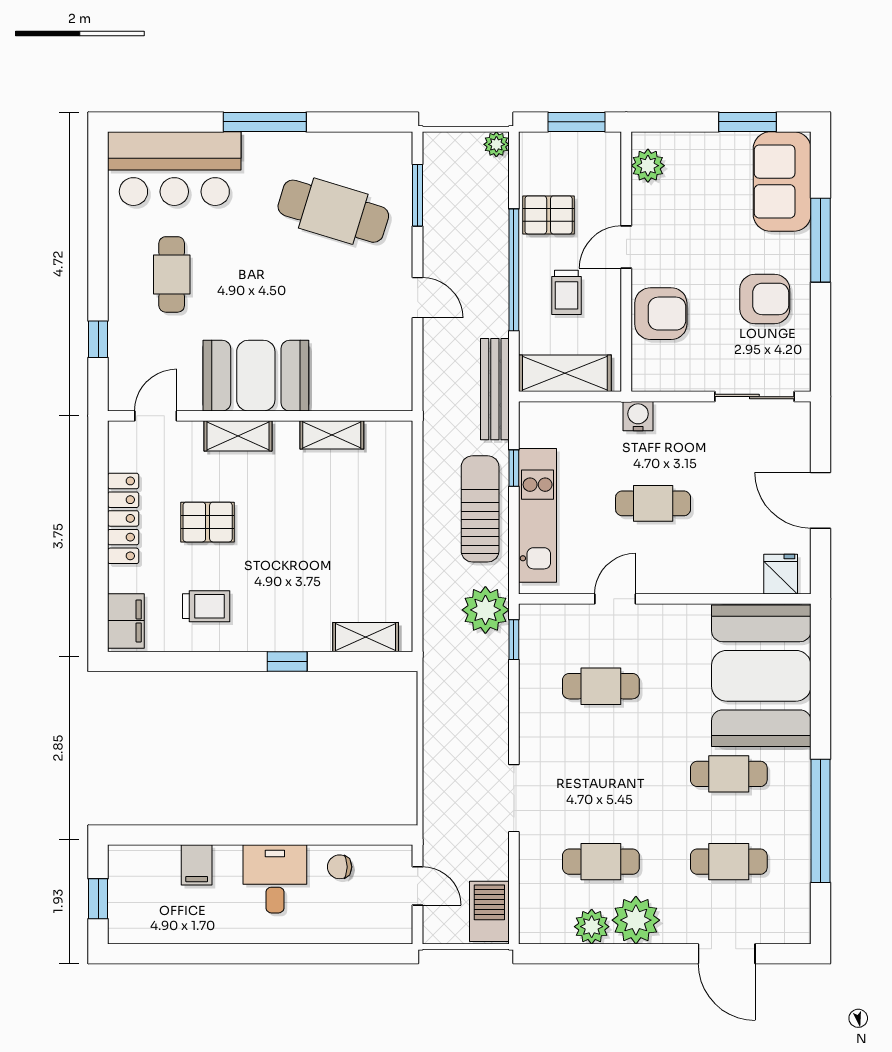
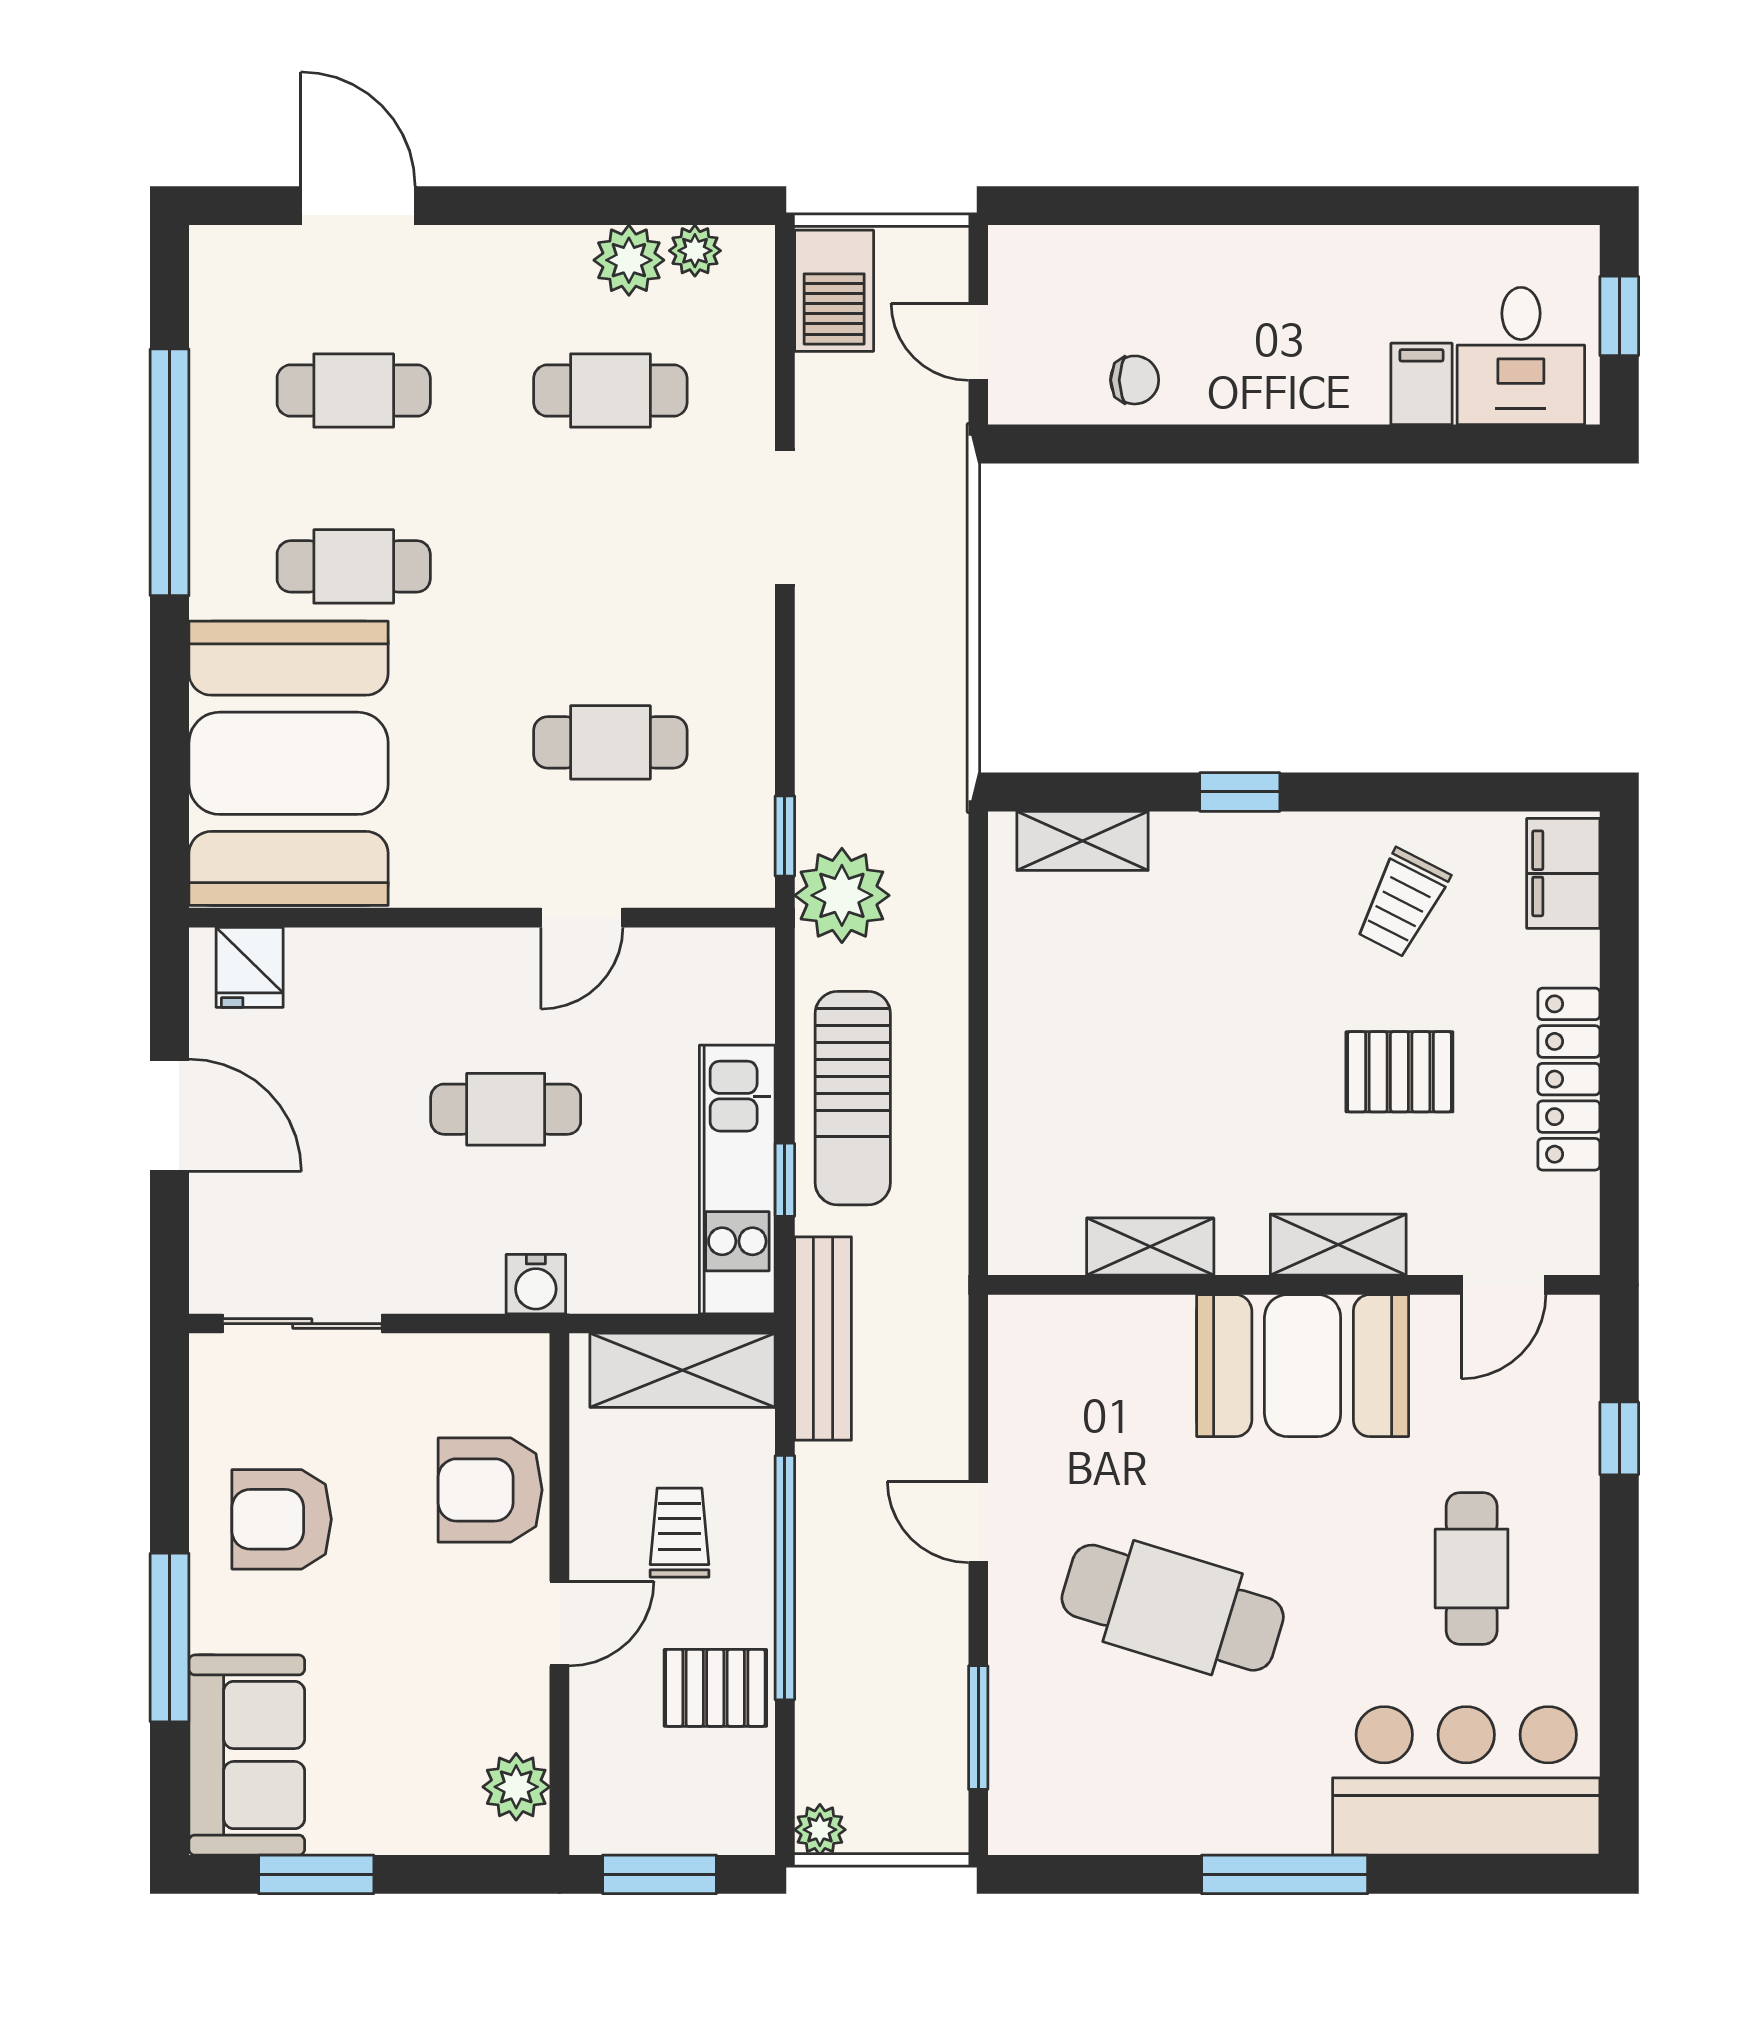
cafe table: (333, 211) -> (1173, 1608), moved
kitchen unit: (538, 515) -> (737, 1179), moved
trolley: (206, 606) -> (1402, 903), turned -63
desk: (275, 879) -> (1521, 356), moved
plant: (636, 920) -> (695, 251), moved, width x0.53, depth x0.53

